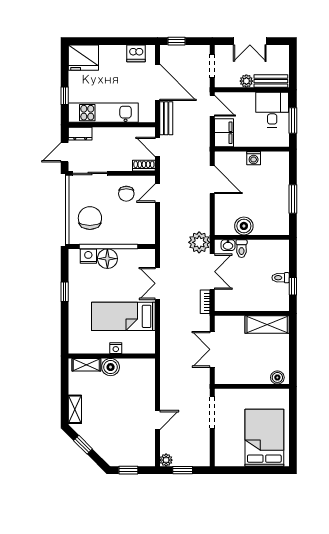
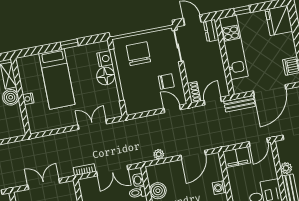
chair: (126, 194) -> (166, 81), turned 180
chair: (90, 218) -> (138, 54), turned -90
plant: (199, 242) -> (159, 154), moved, width x0.53, depth x0.53
bed: (123, 316) -> (57, 79), moved, turned 180

